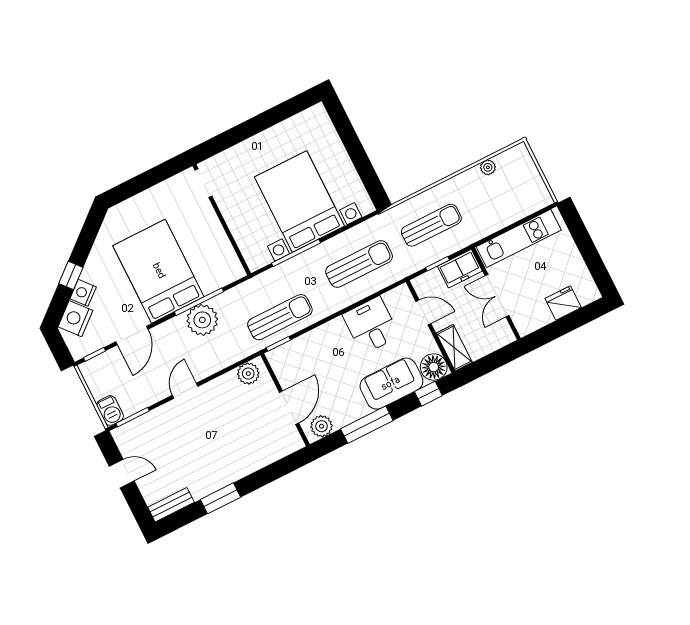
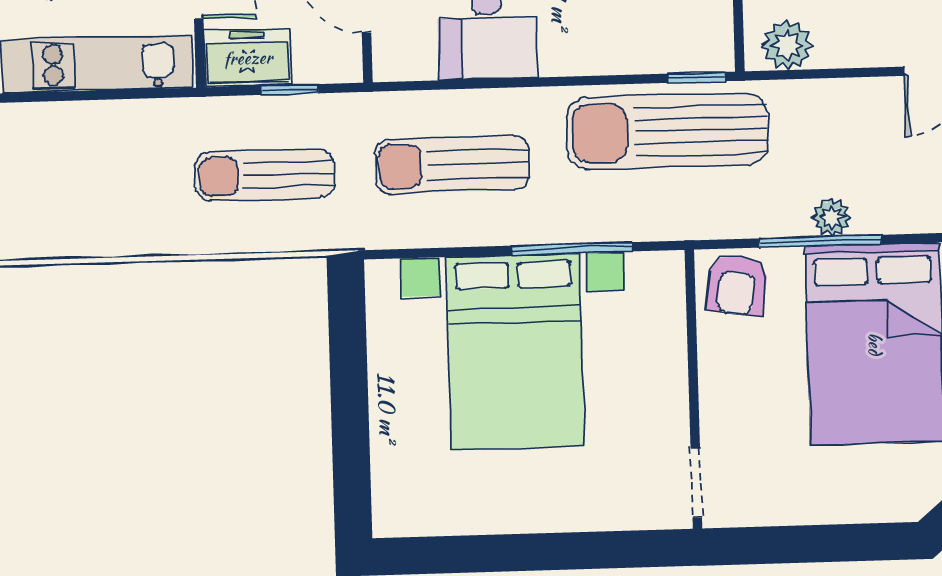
plant: (488, 167) -> (92, 241), removed
armchair: (224, 269) -> (737, 285), added
sun lounger: (280, 317) -> (667, 131), width x1.36, depth x1.34
plant: (202, 320) -> (831, 217), width x0.53, depth x0.53

